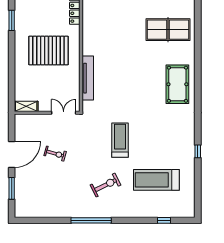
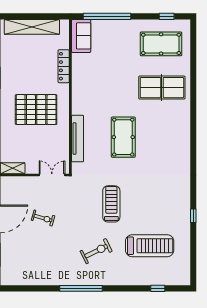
pool table: (177, 84) -> (123, 137), moved
treadmill: (156, 180) -> (150, 246), turned 180

